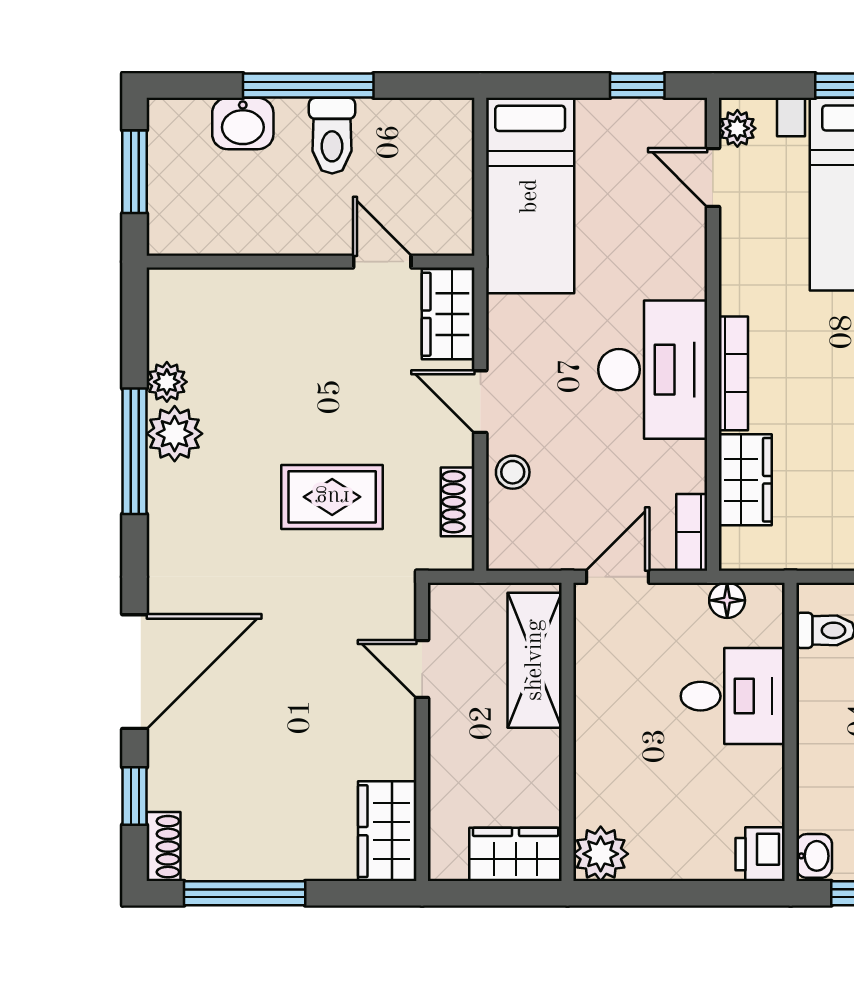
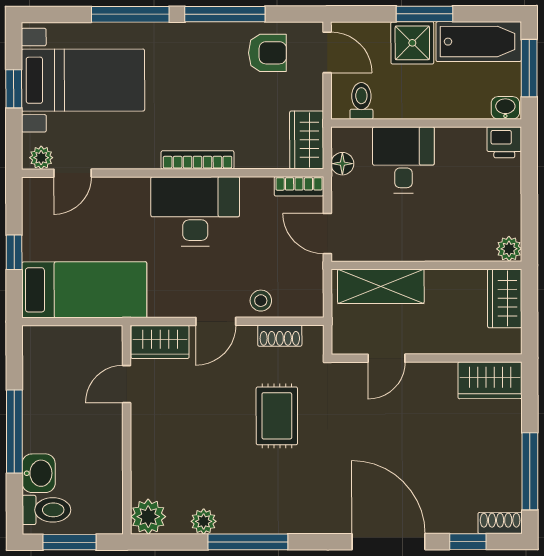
window: (637, 86) -> (14, 252), moved
toilet: (332, 136) -> (46, 510), moved
plant: (175, 434) -> (148, 517), moved
wardrobe: (745, 480) -> (307, 140), moved, turned -90
plant: (601, 854) -> (509, 249), width x0.73, depth x0.73

